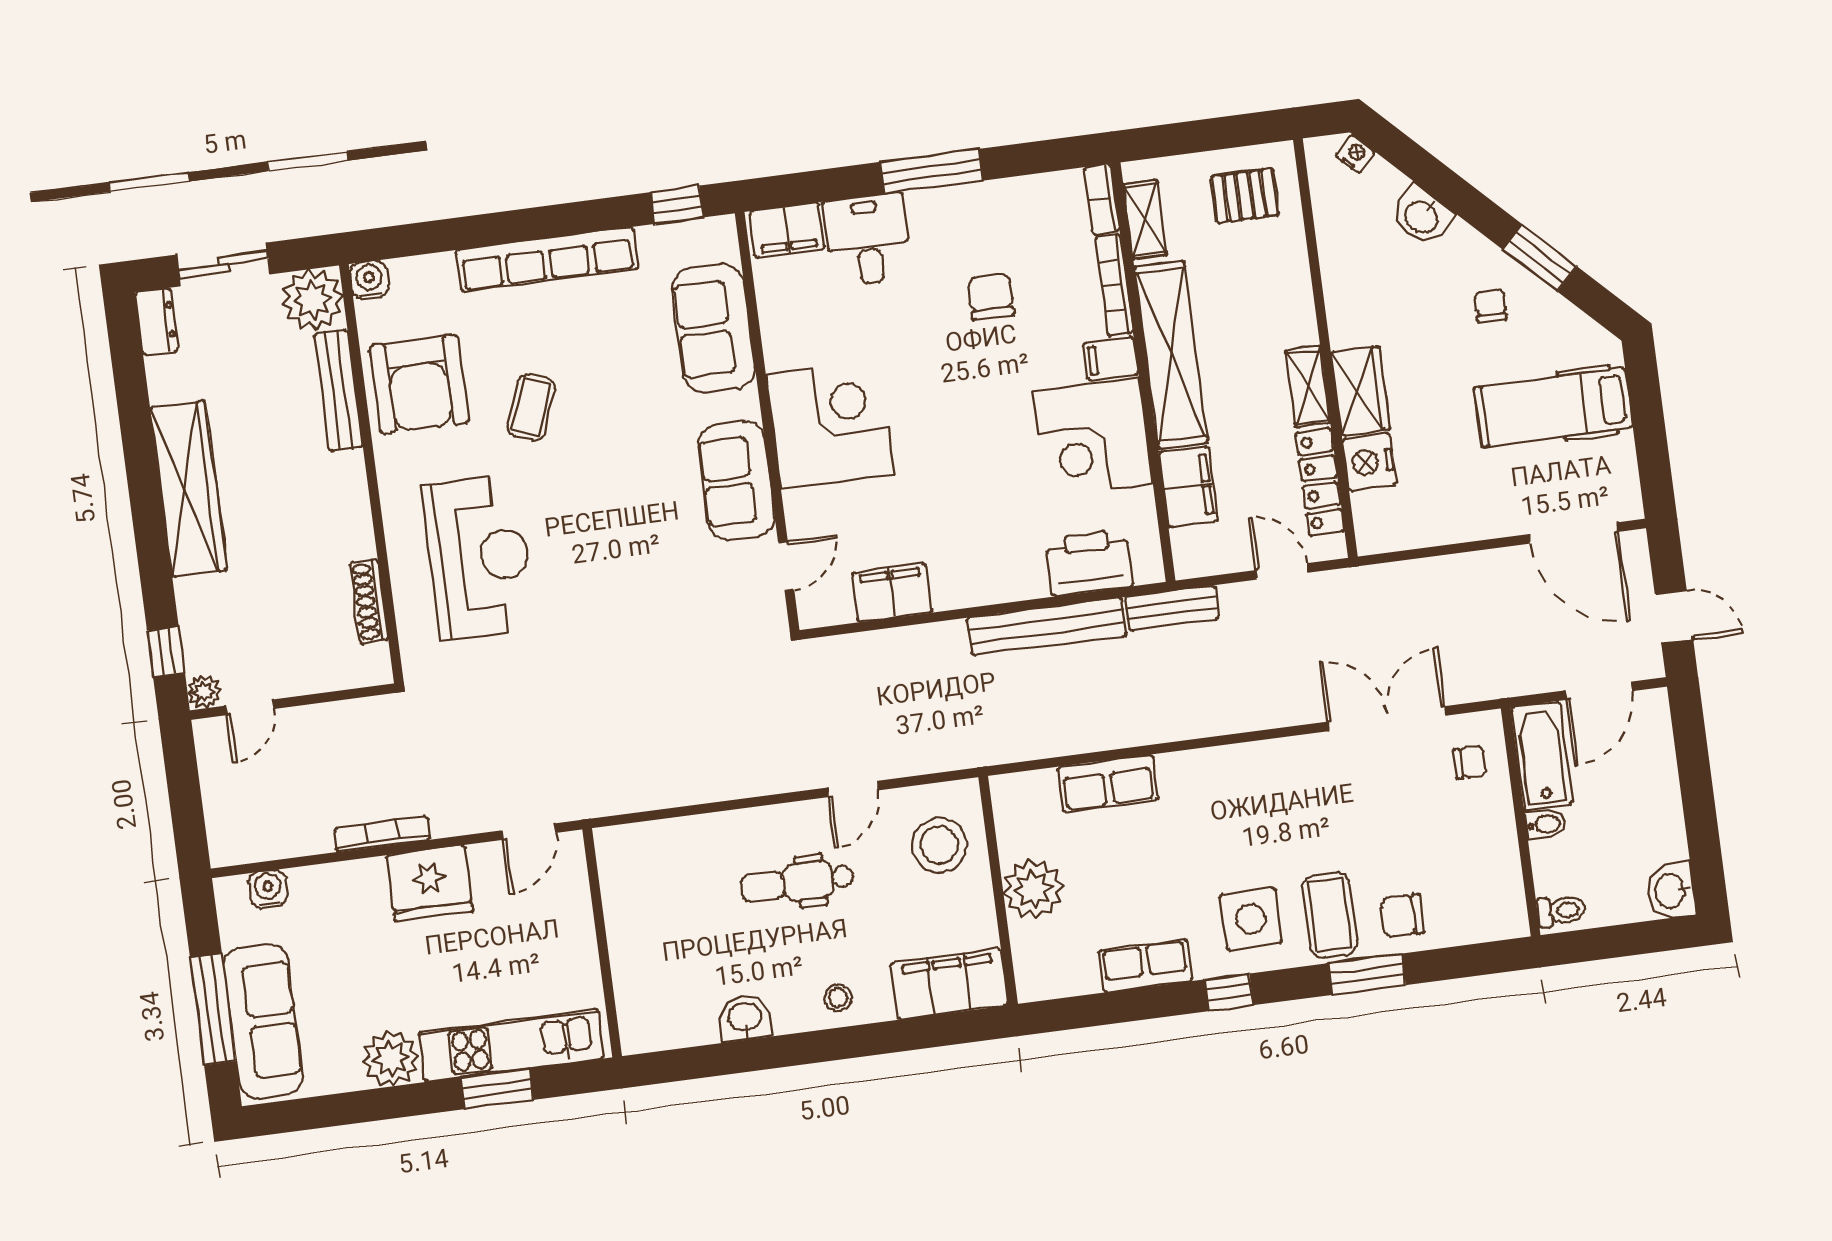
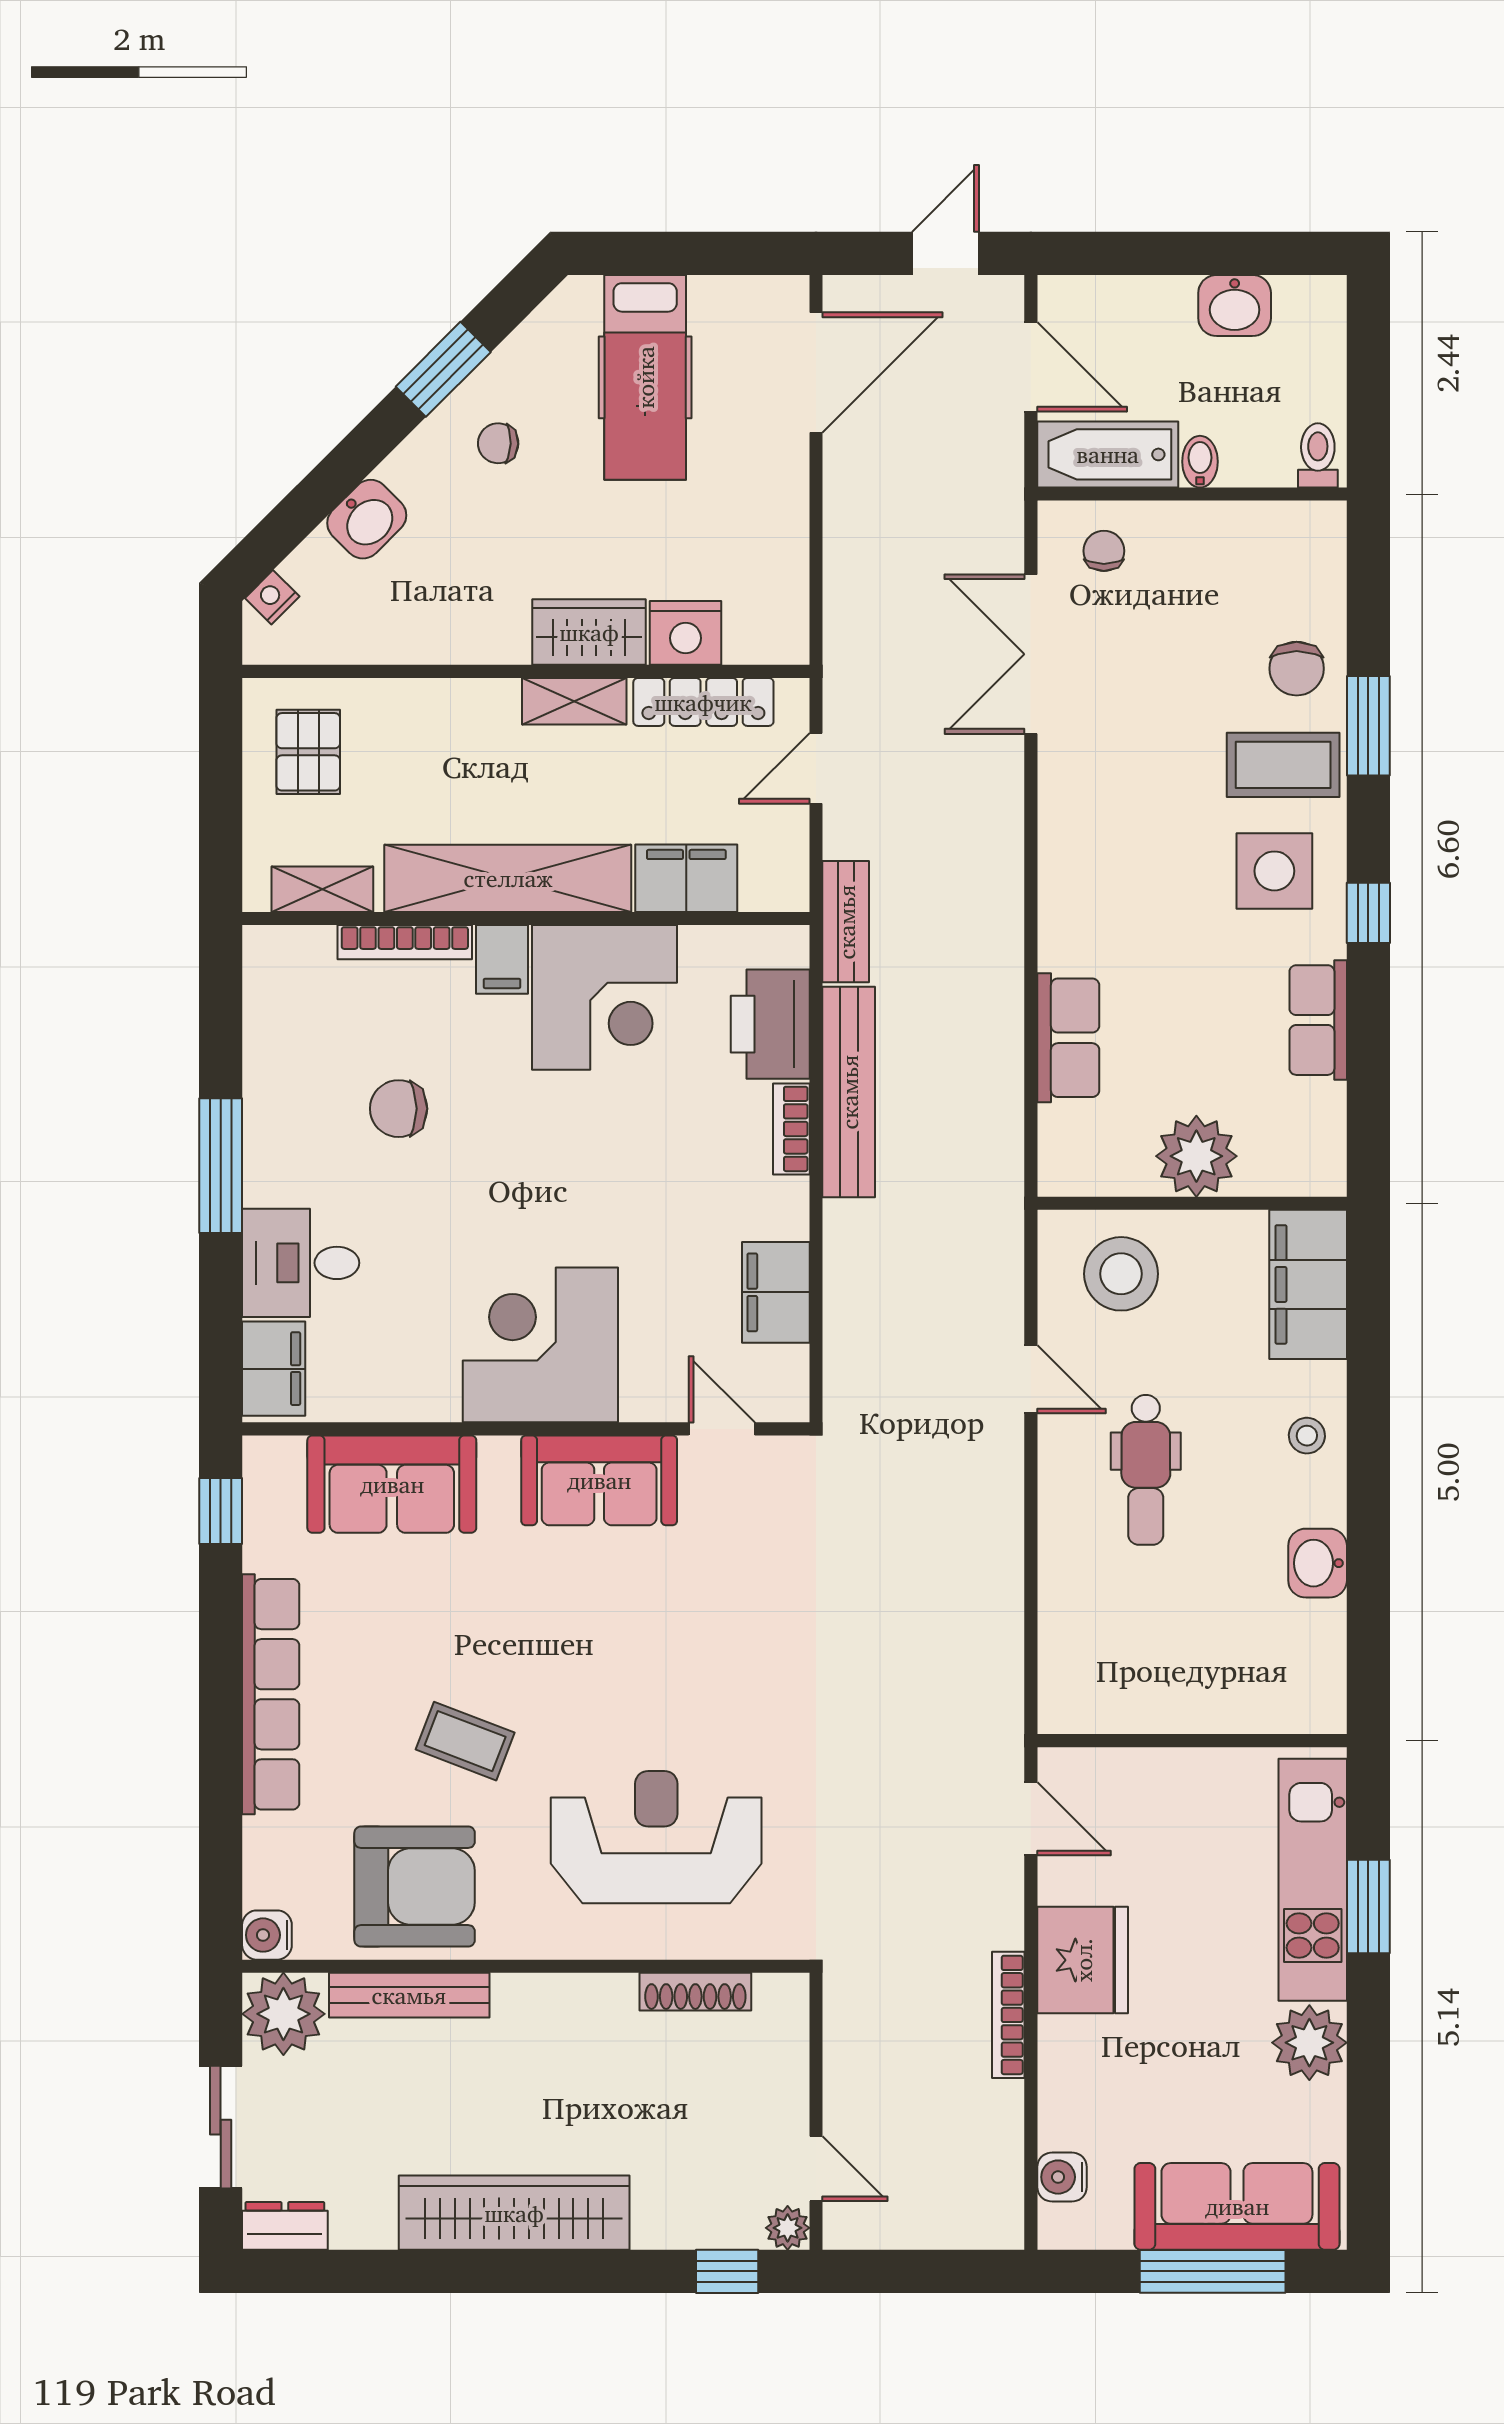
bookcase: (1102, 199) -> (791, 1129), moved, turned 90
washbasin: (1671, 891) -> (1235, 306), moved

